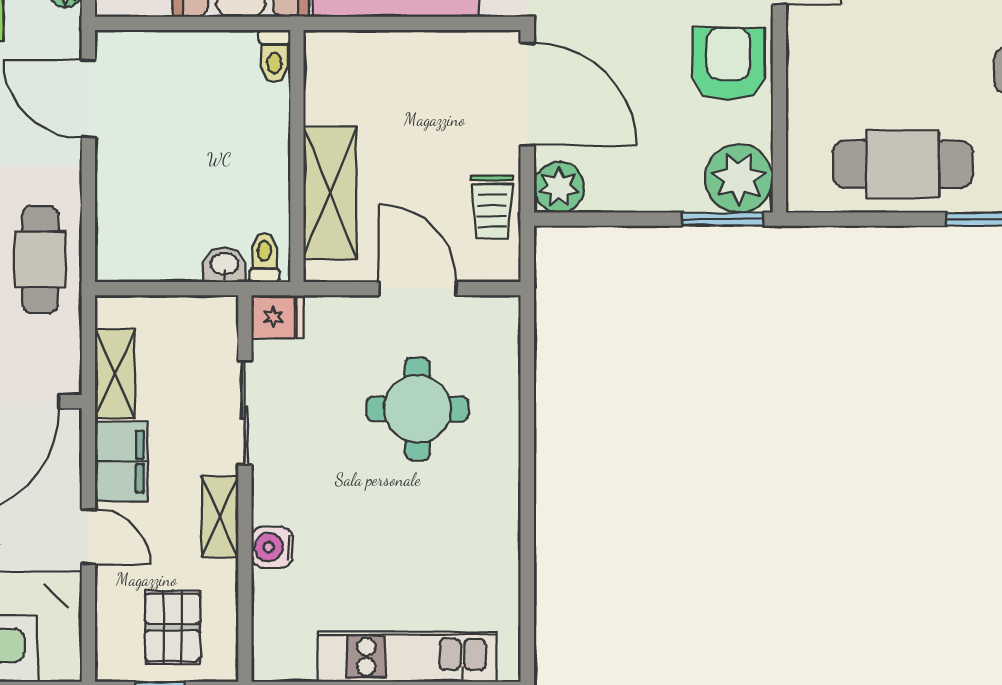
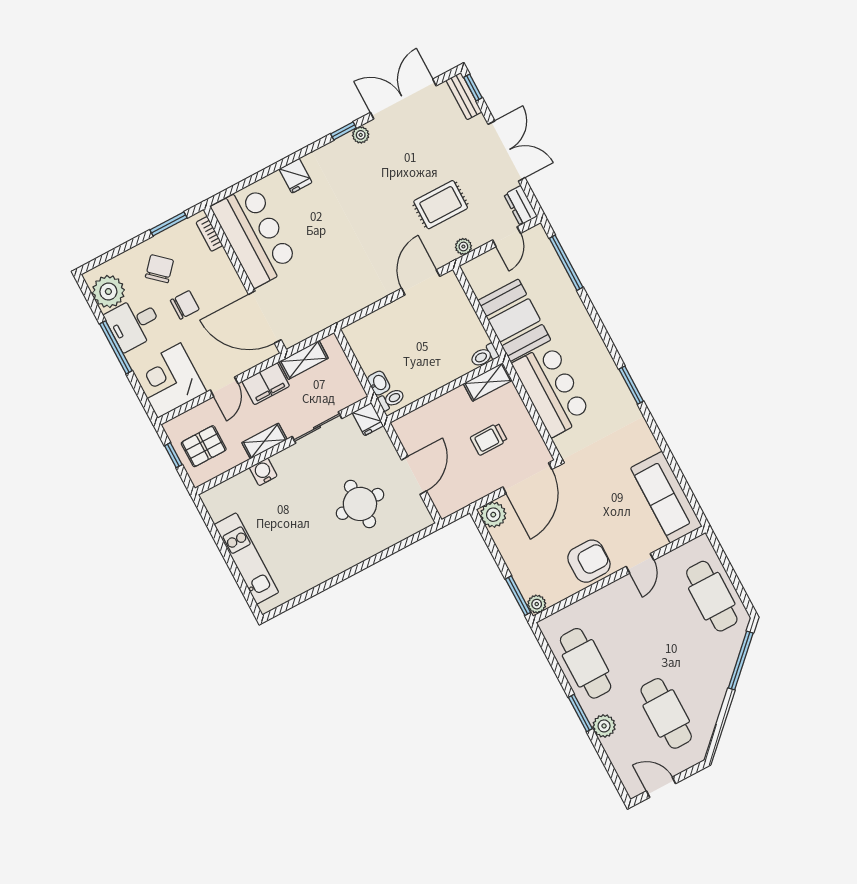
plant: (739, 178) -> (537, 604), width x0.53, depth x0.53
shelving: (330, 193) -> (488, 382), moved, width x0.67, depth x0.75
trolley: (492, 207) -> (489, 439), moved
cafe table: (40, 259) -> (337, 299), removed

